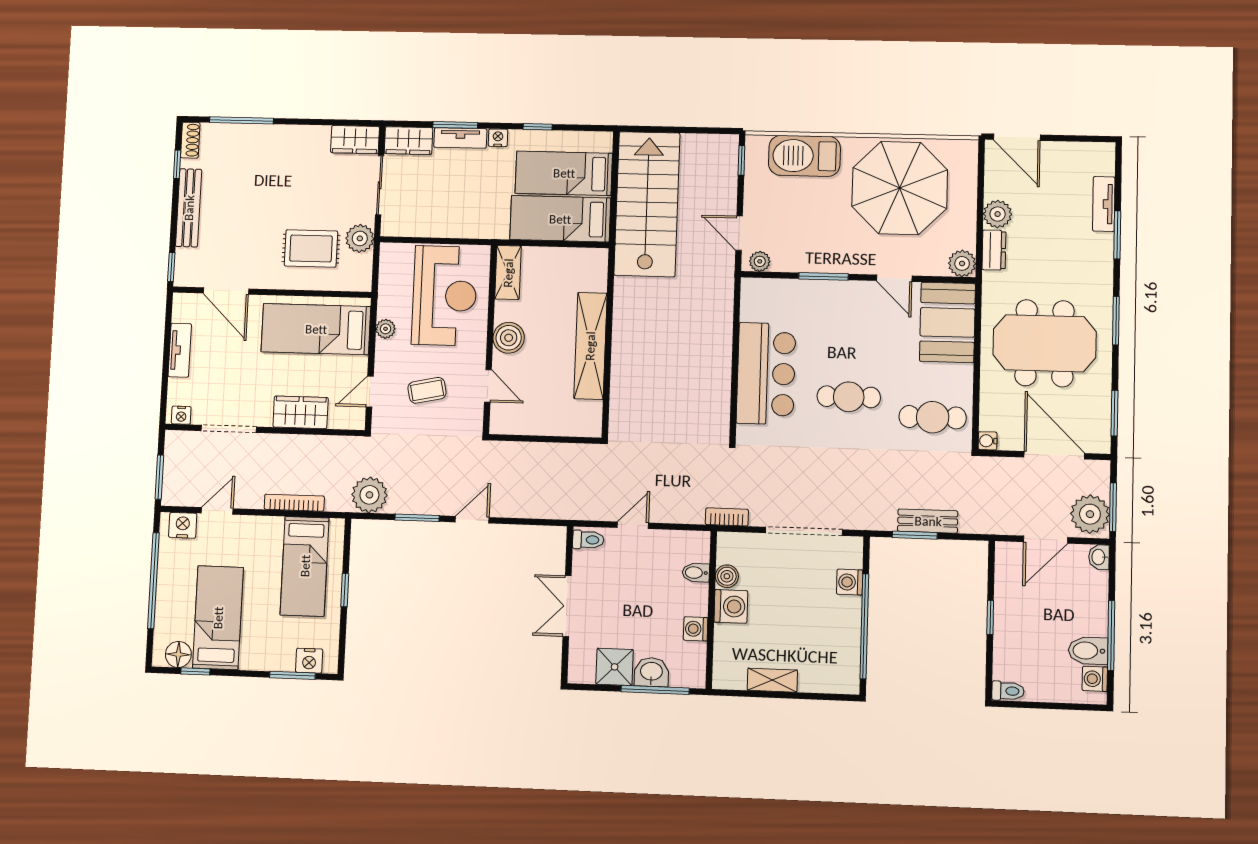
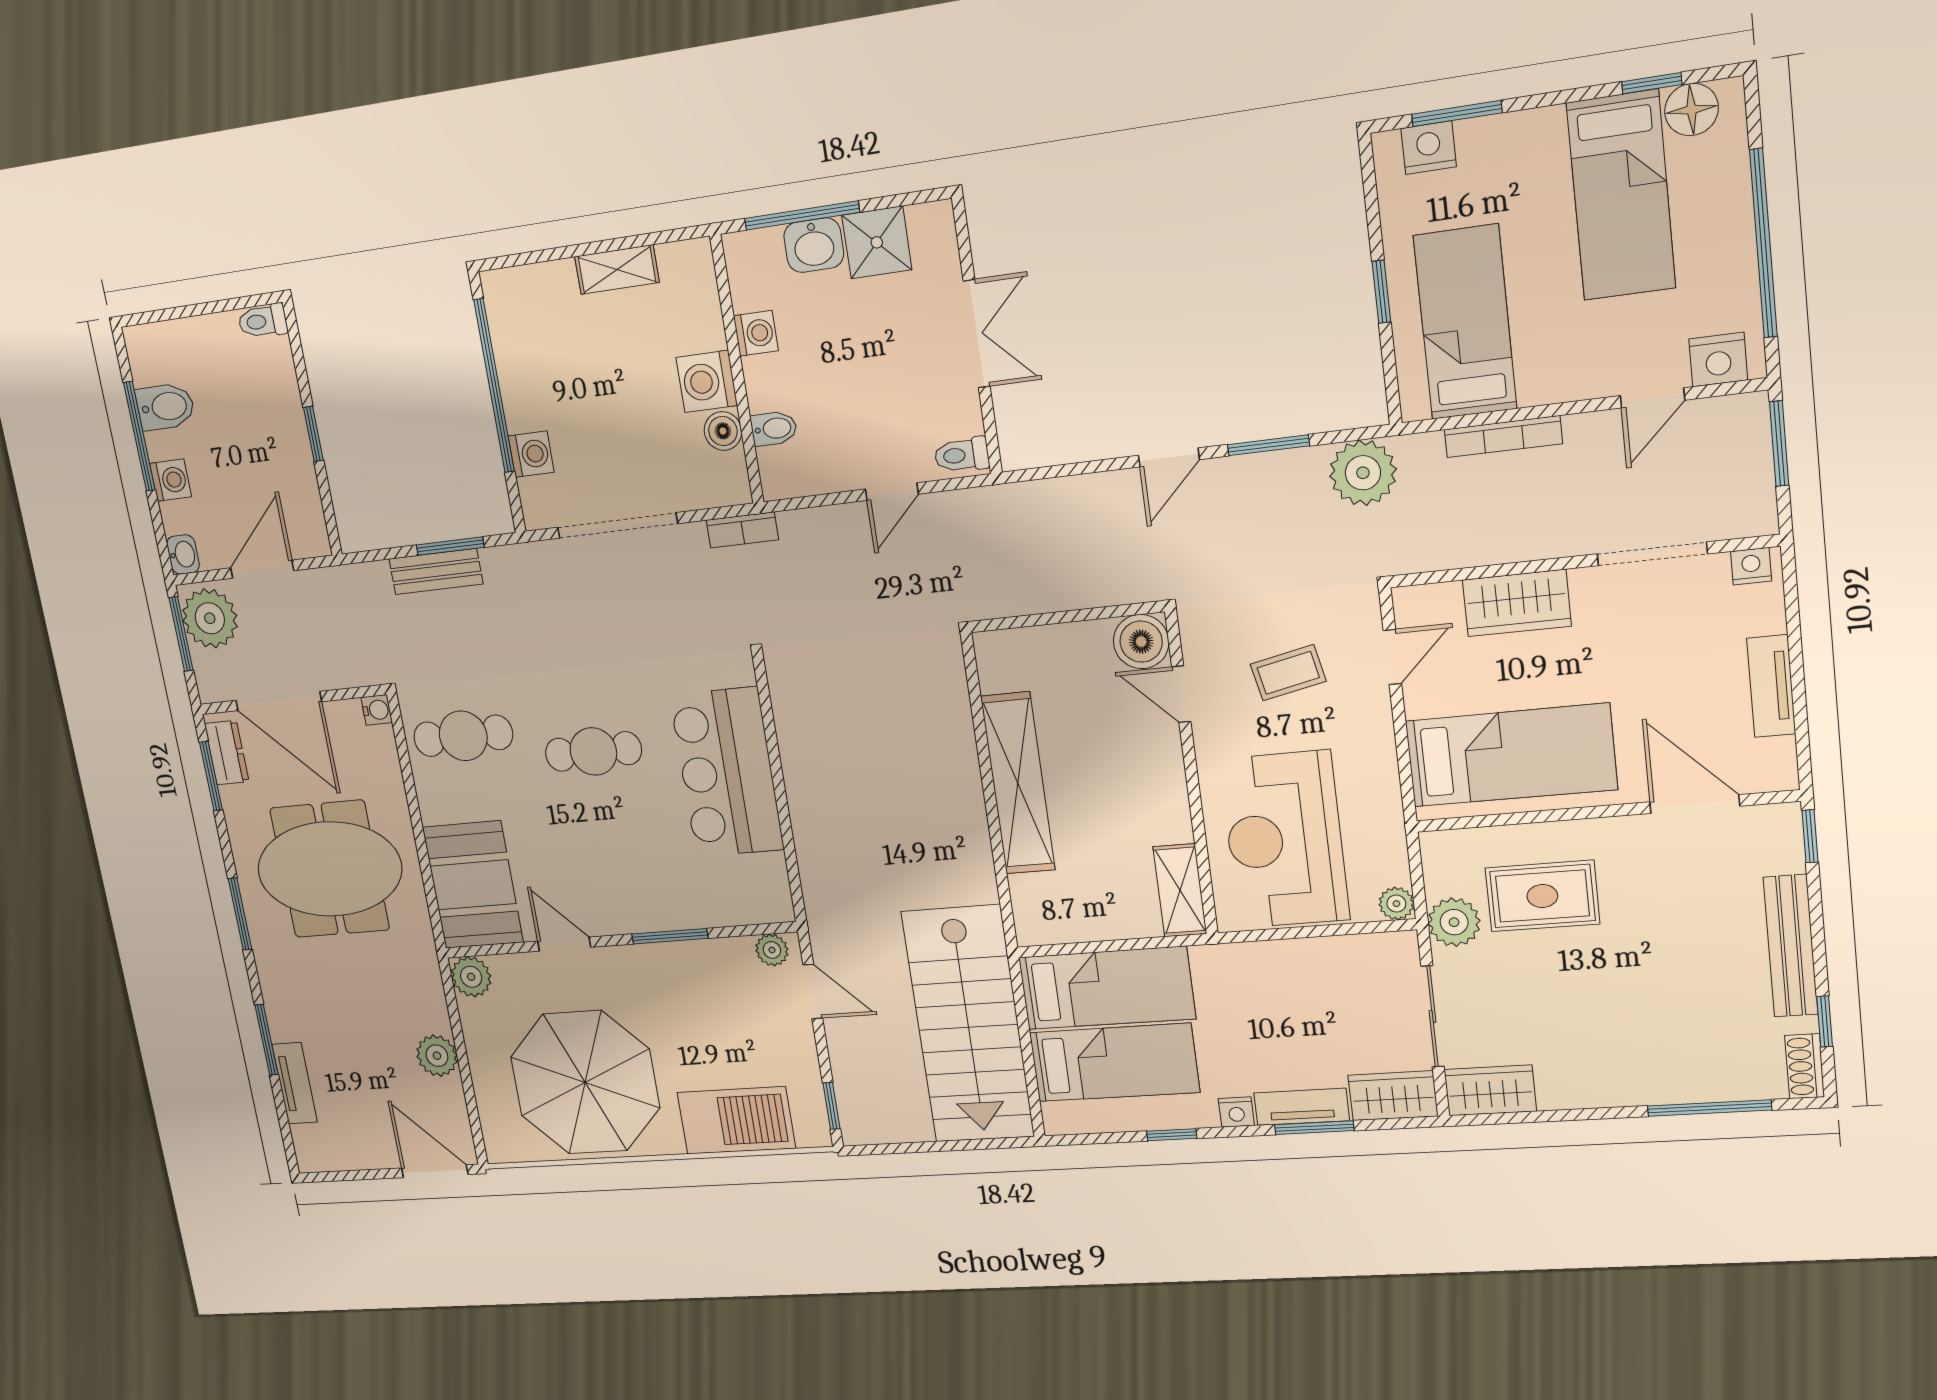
dresser: (994, 250) -> (227, 753), moved, turned 180
plant: (386, 329) -> (1396, 904), moved
boiler: (509, 338) -> (1141, 642), moved
washing machine: (1095, 679) -> (171, 480), moved

